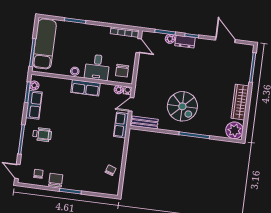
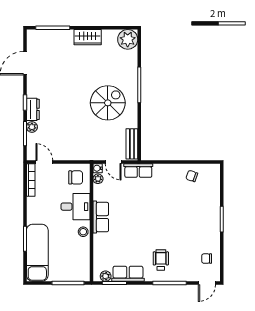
exam couch: (44, 44) -> (37, 253), moved, turned 90
door: (139, 46) -> (44, 162), hinge flipped
wardrobe: (240, 102) -> (88, 37), width x0.67
chair: (56, 180) -> (211, 238), removed

